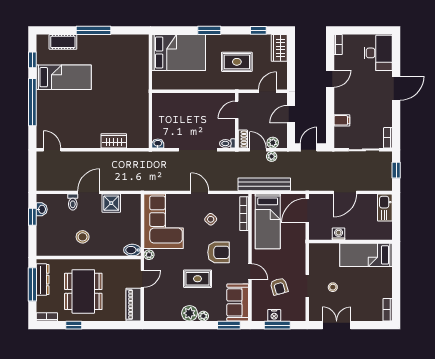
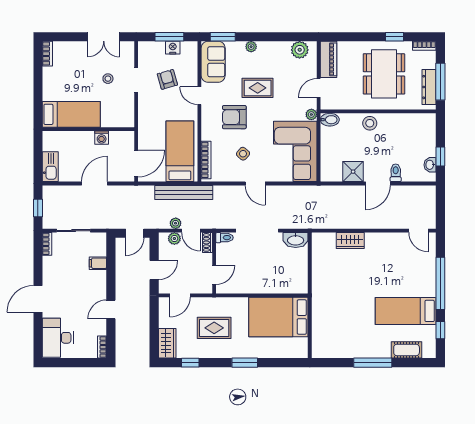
bed: (179, 52) -> (278, 317), moved
washbasin: (158, 143) -> (296, 240), width x1.91, depth x1.45
stool: (83, 237) -> (370, 123), moved
plant: (190, 313) -> (300, 50), moved

